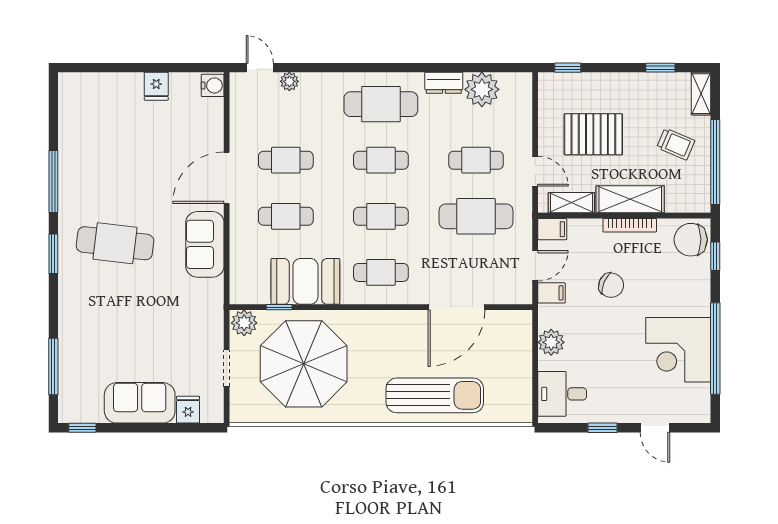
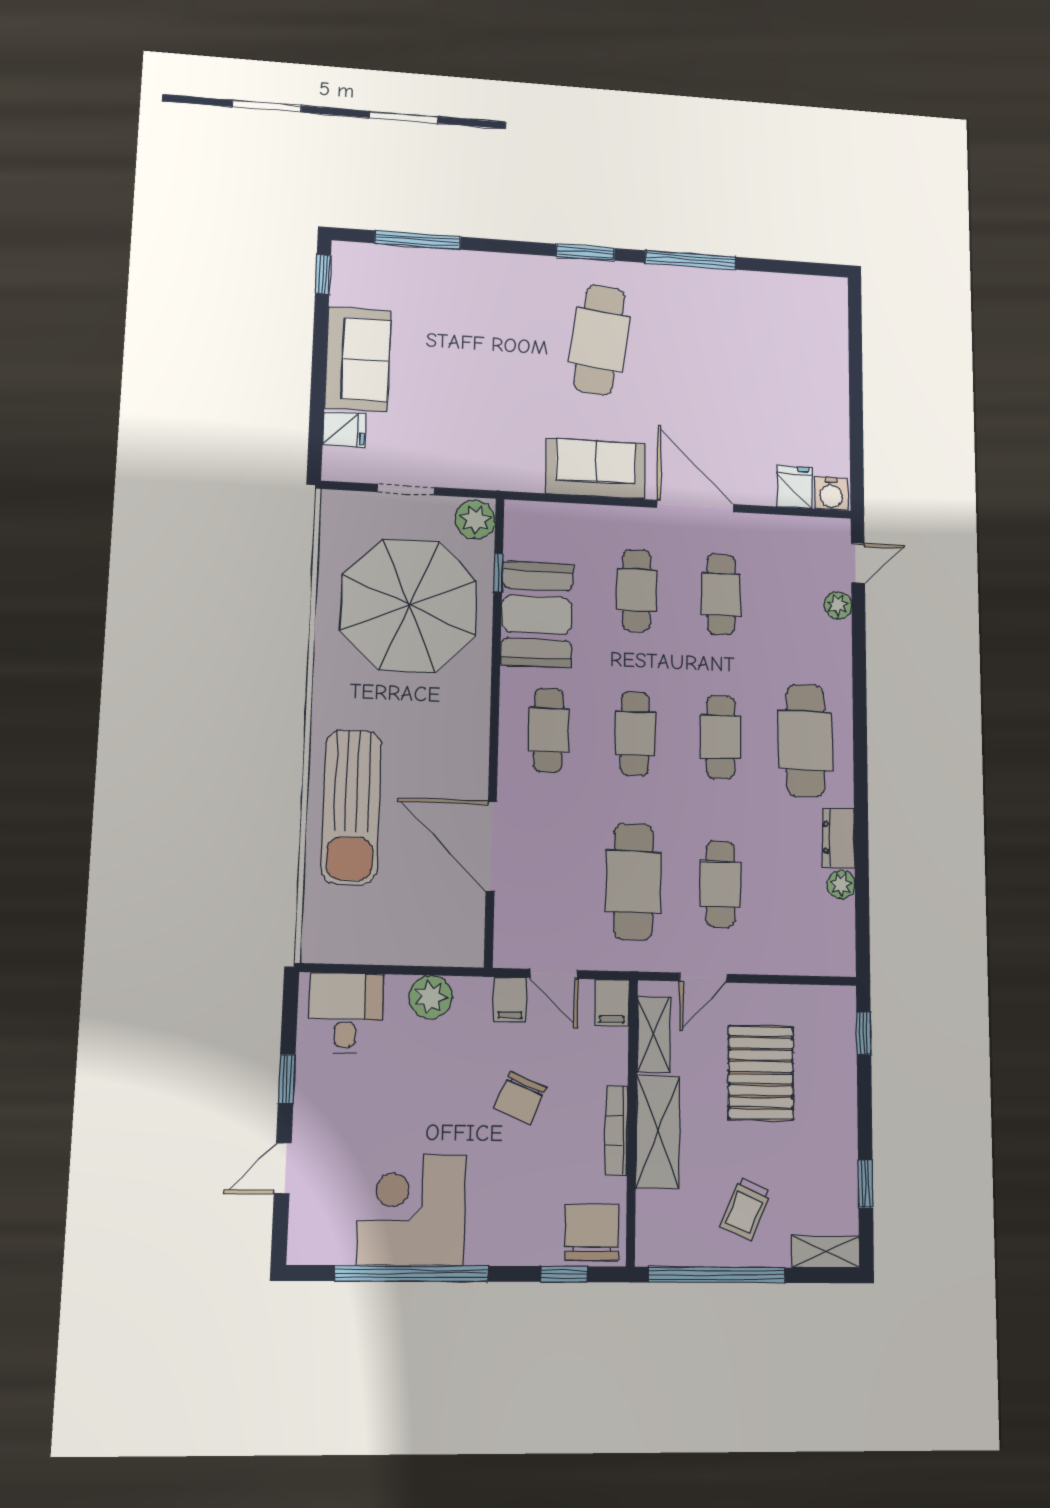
fridge: (156, 86) -> (795, 487), moved, turned 90
plant: (482, 89) -> (841, 884), width x0.53, depth x0.53

